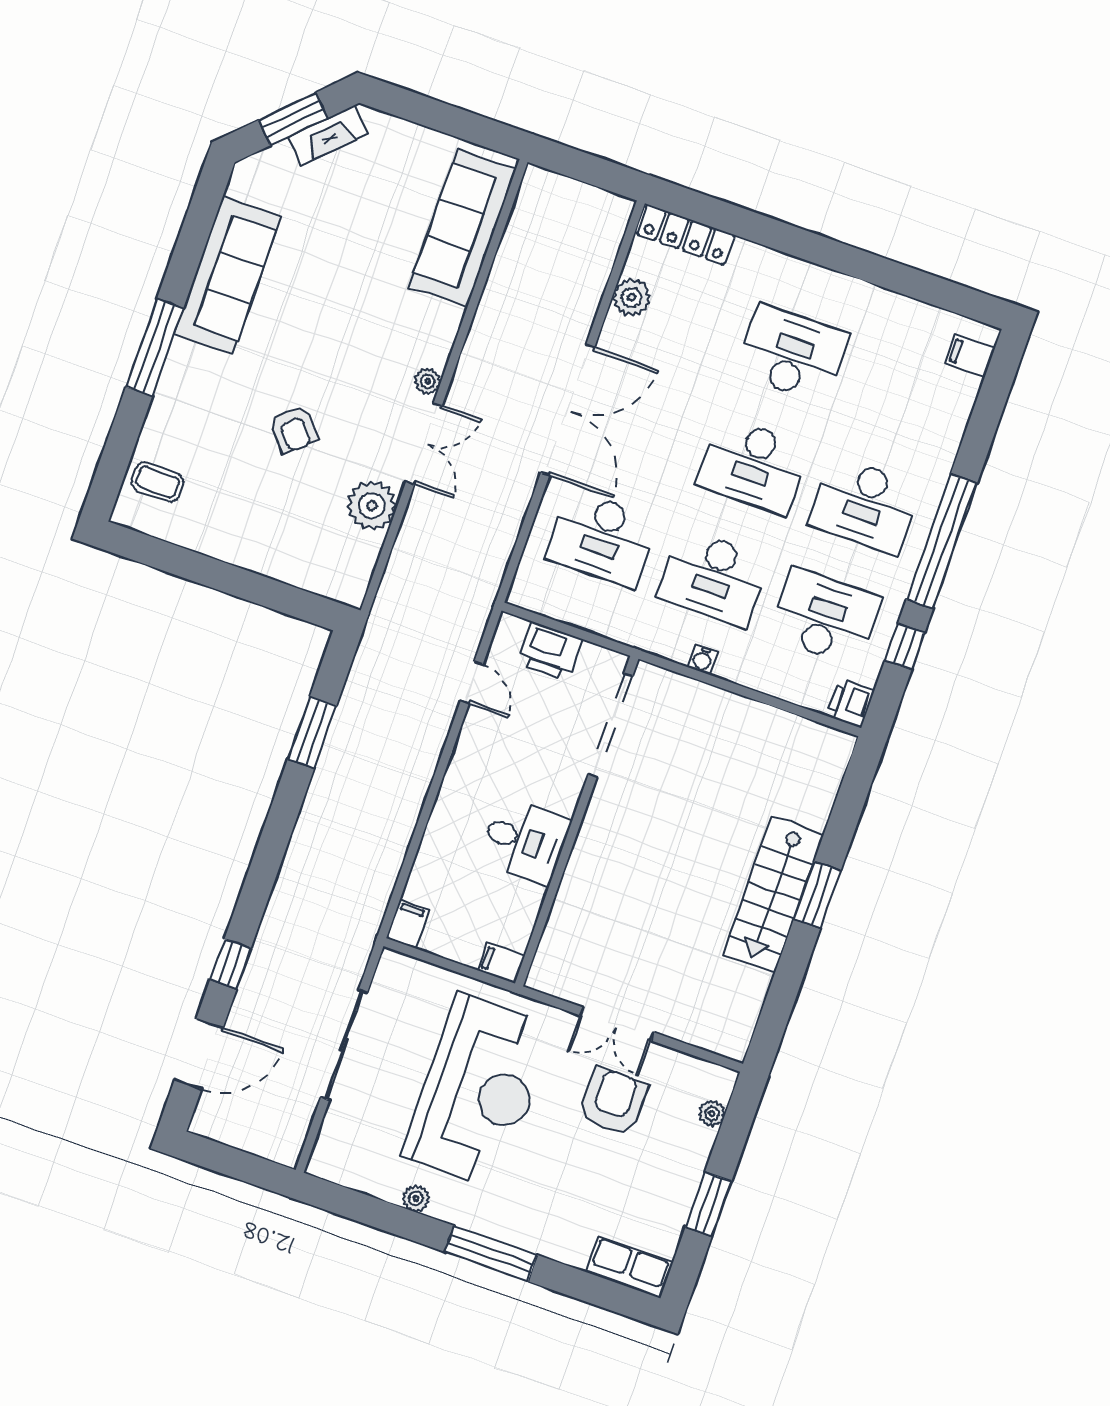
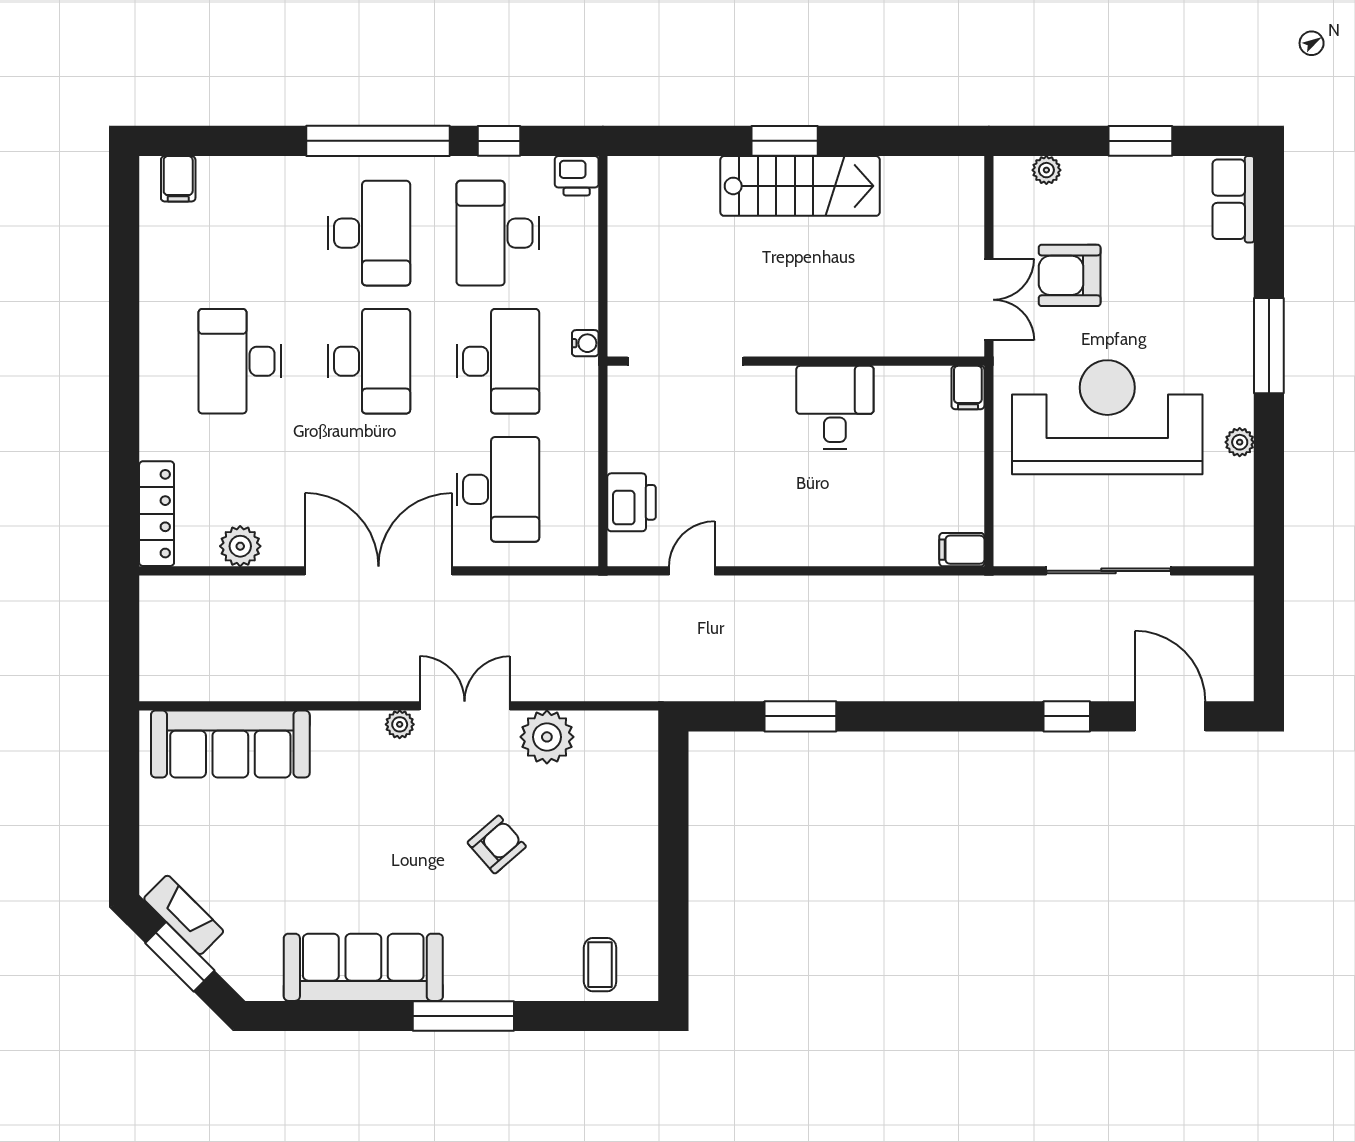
doorway: (611, 725) -> (685, 361), moved
wall: (577, 821) -> (796, 361), moved
desk: (525, 841) -> (835, 407), moved
filing cabinet: (501, 963) -> (968, 388), moved

